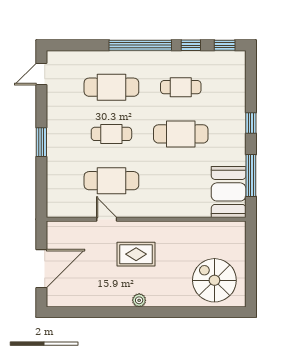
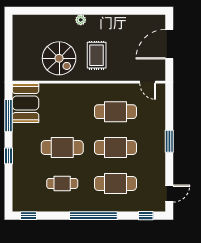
window: (191, 45) -> (146, 216), moved
cafe table: (111, 134) -> (115, 148), width x1.37, depth x1.35
door: (107, 219) -> (148, 82), moved
rug: (136, 254) -> (97, 55), turned 90
spiral stairs: (214, 280) -> (59, 58), moved
plant: (139, 300) -> (81, 20), moved

